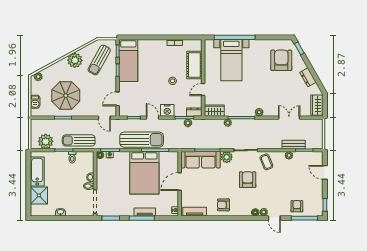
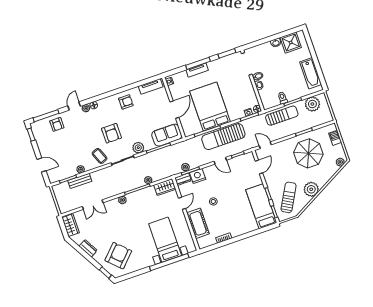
armchair: (281, 60) -> (118, 256), turned -136
nightstand: (167, 110) -> (198, 176), moved
sofa: (200, 160) -> (167, 135), width x0.73
shower: (39, 195) -> (291, 42), moved
door: (274, 218) -> (74, 106), hinge flipped

